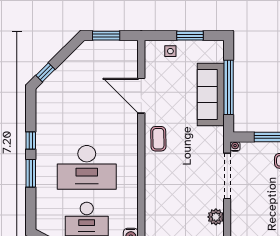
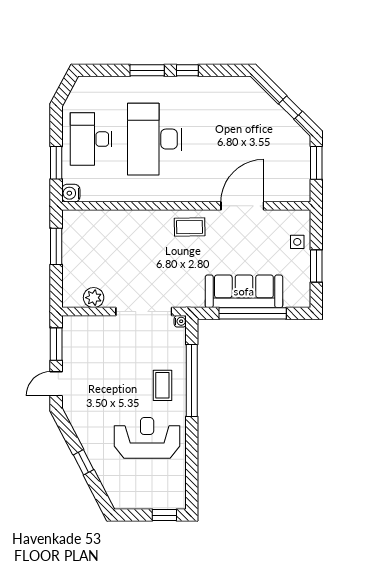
window: (45, 72) -> (290, 108), moved

